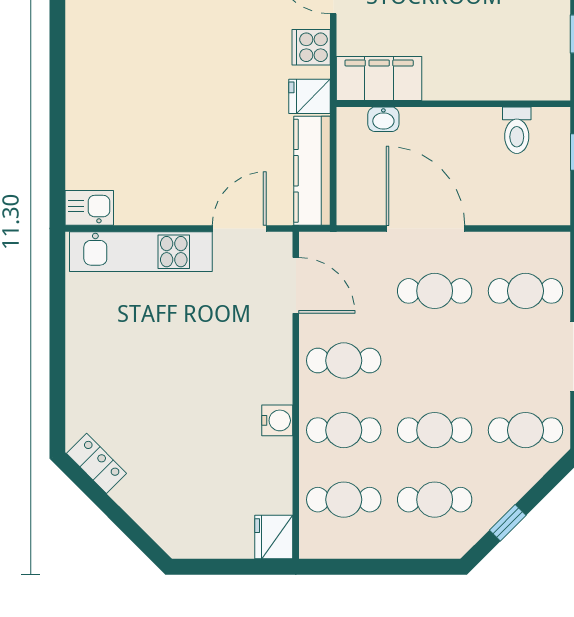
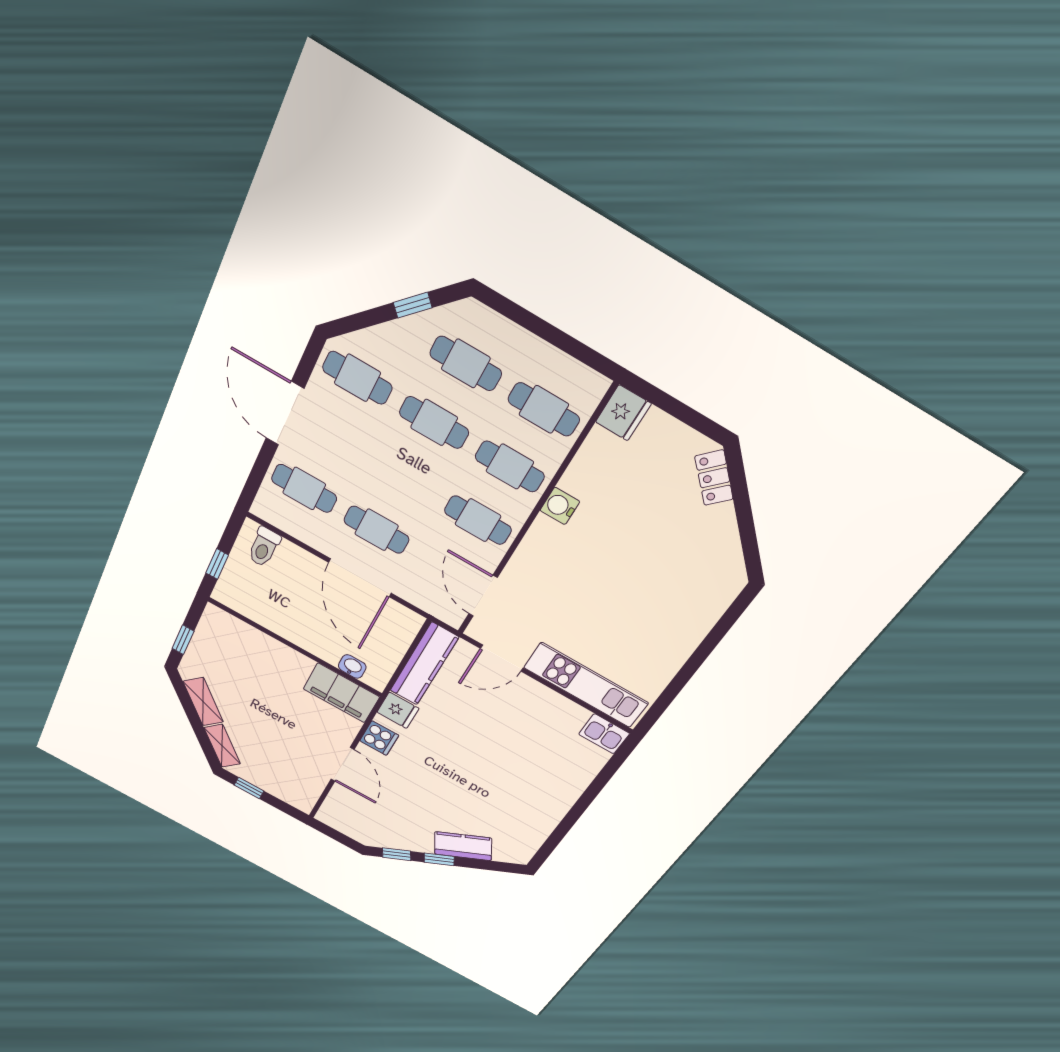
toilet: (517, 130) -> (264, 547), moved, turned 180
locker: (97, 463) -> (714, 478), moved

